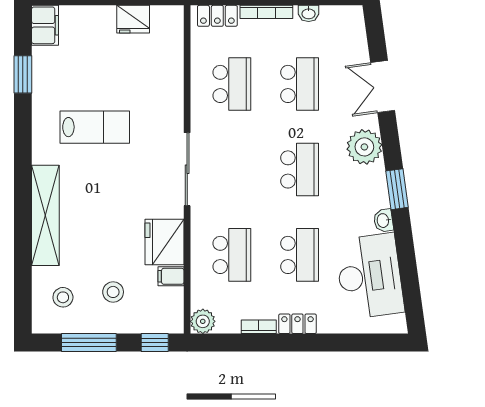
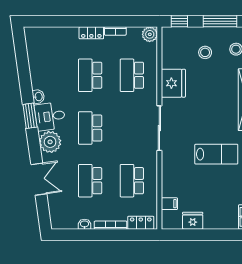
lab bench: (95, 127) -> (216, 154), turned 180
filing cabinet: (171, 276) -> (169, 204), moved
desk: (370, 276) -> (50, 116), moved, width x0.53, depth x0.77

